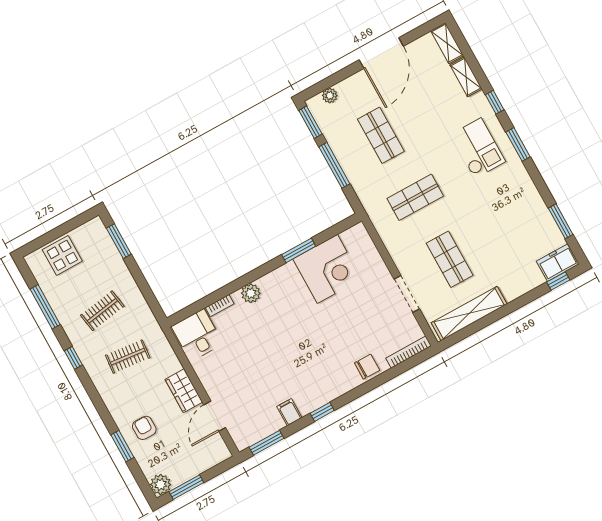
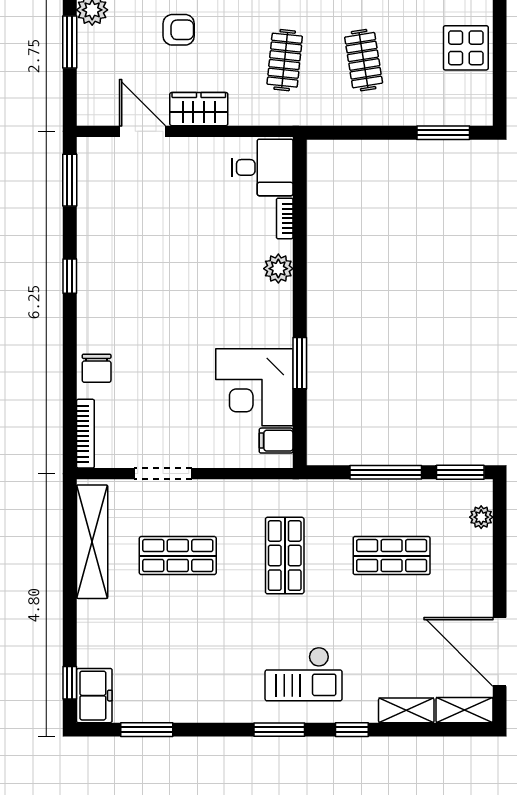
door: (381, 53) -> (500, 652), moved
filing cabinet: (289, 412) -> (276, 441), moved, turned 180

